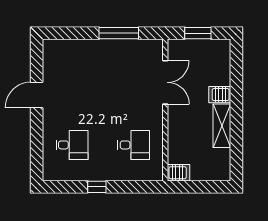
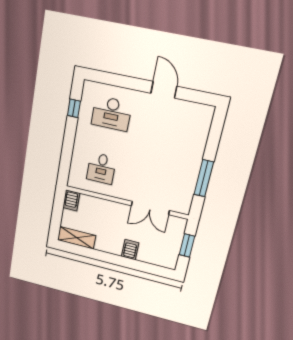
shelving: (222, 126) -> (77, 238), moved
desk: (72, 145) -> (111, 114), width x1.37
window: (97, 187) -> (74, 108), moved

